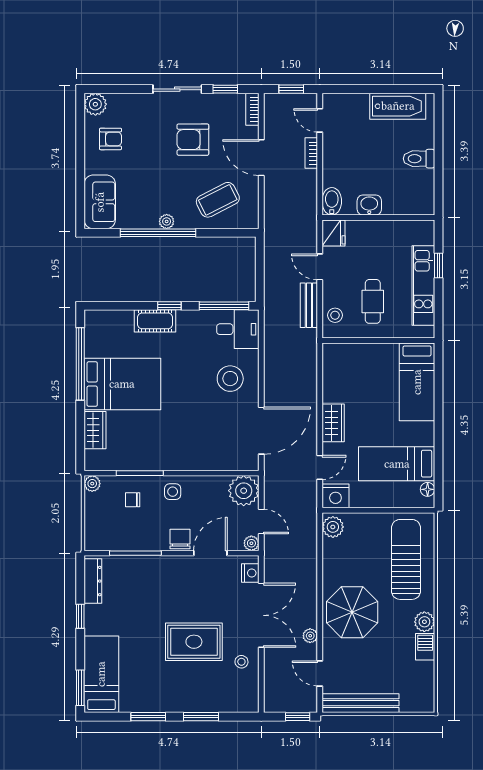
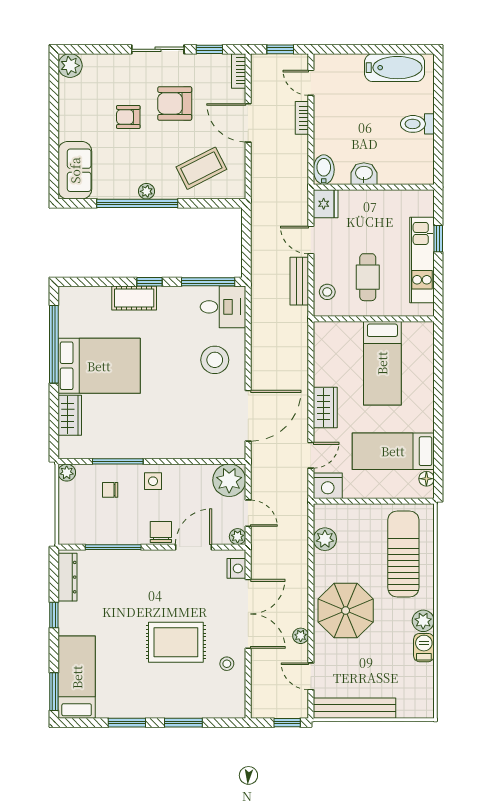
armchair: (111, 139) -> (128, 117), moved, turned 180
bed: (417, 382) -> (382, 363), moved
plant: (333, 527) -> (325, 539), moved

